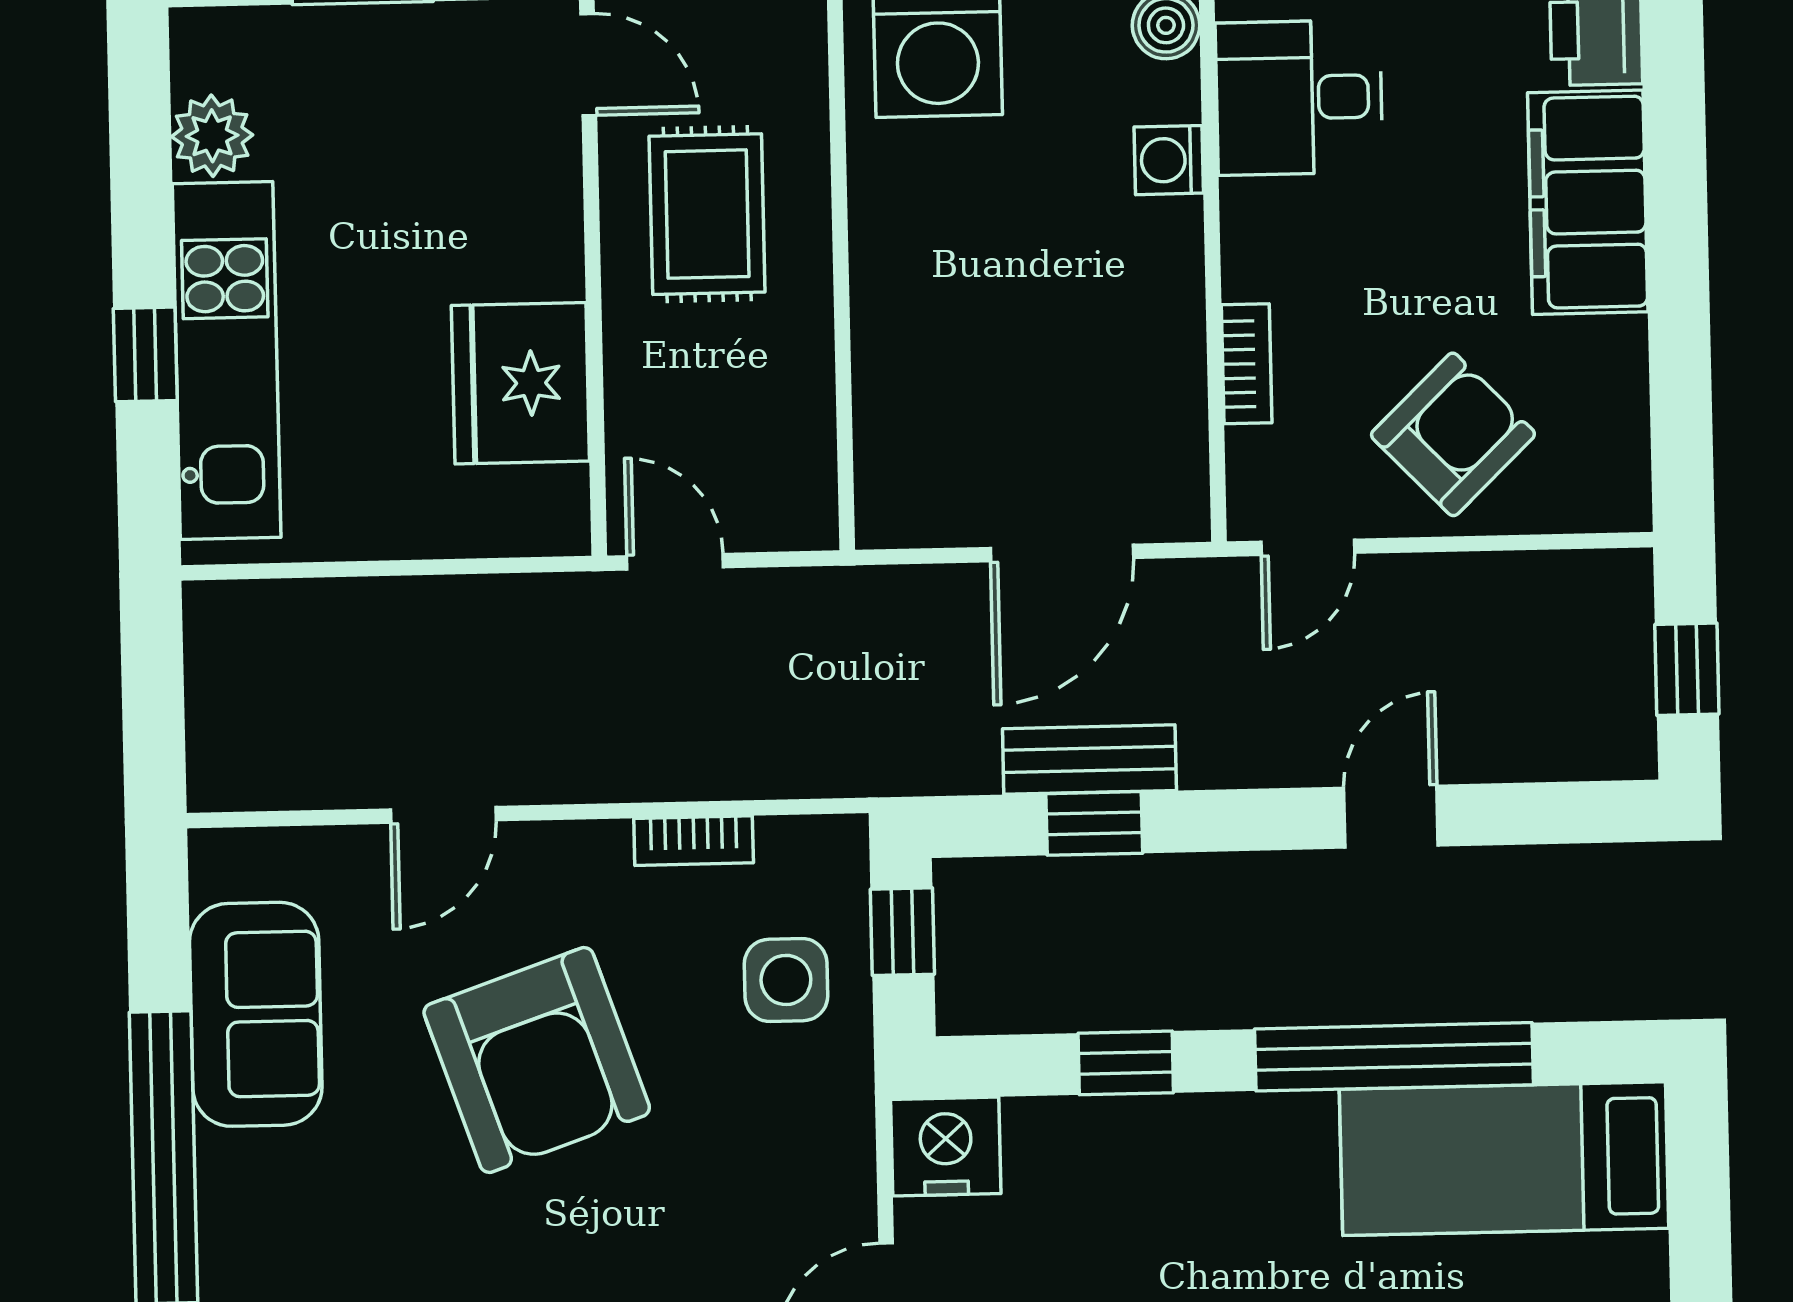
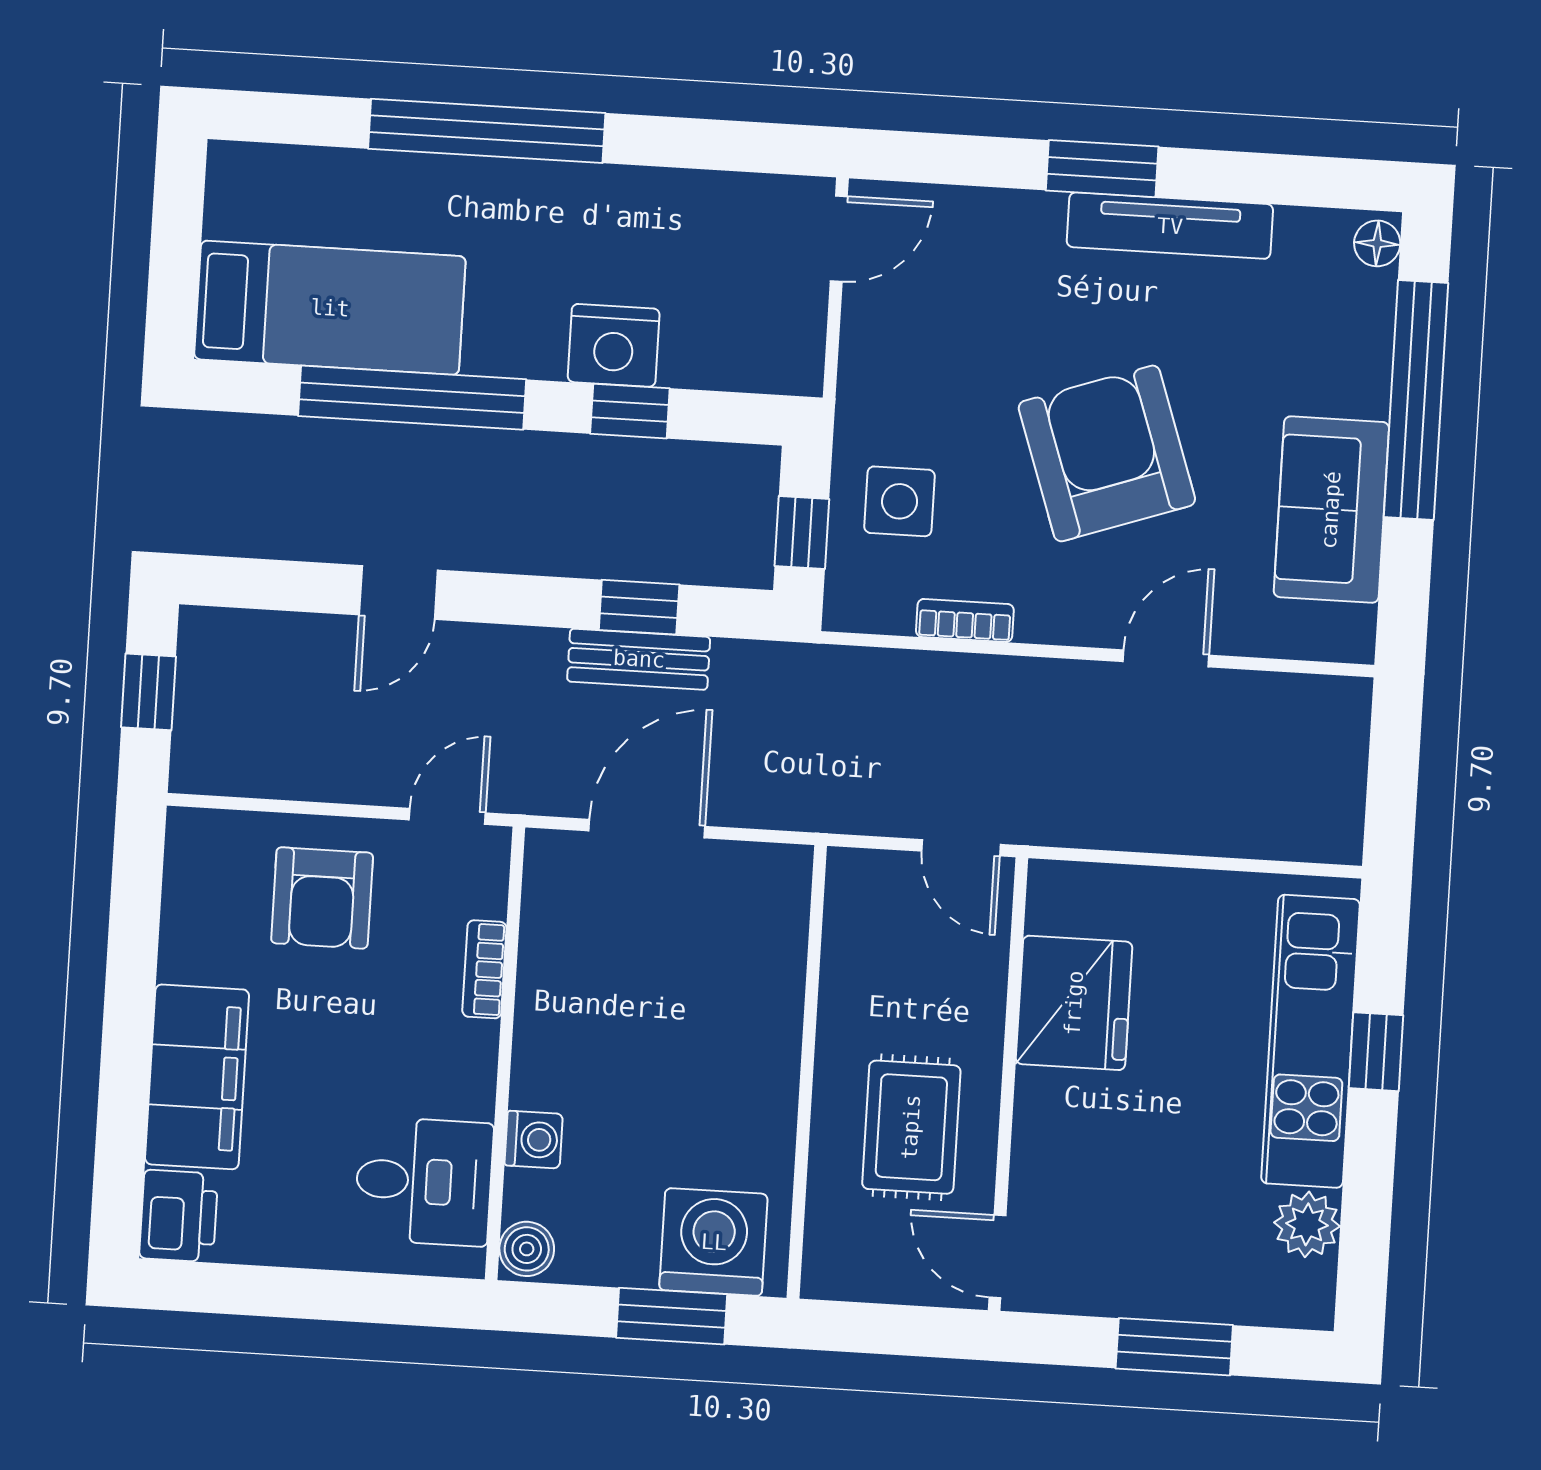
armchair: (1453, 434) -> (322, 898), turned -46
nightstand: (946, 1146) -> (614, 345), moved

